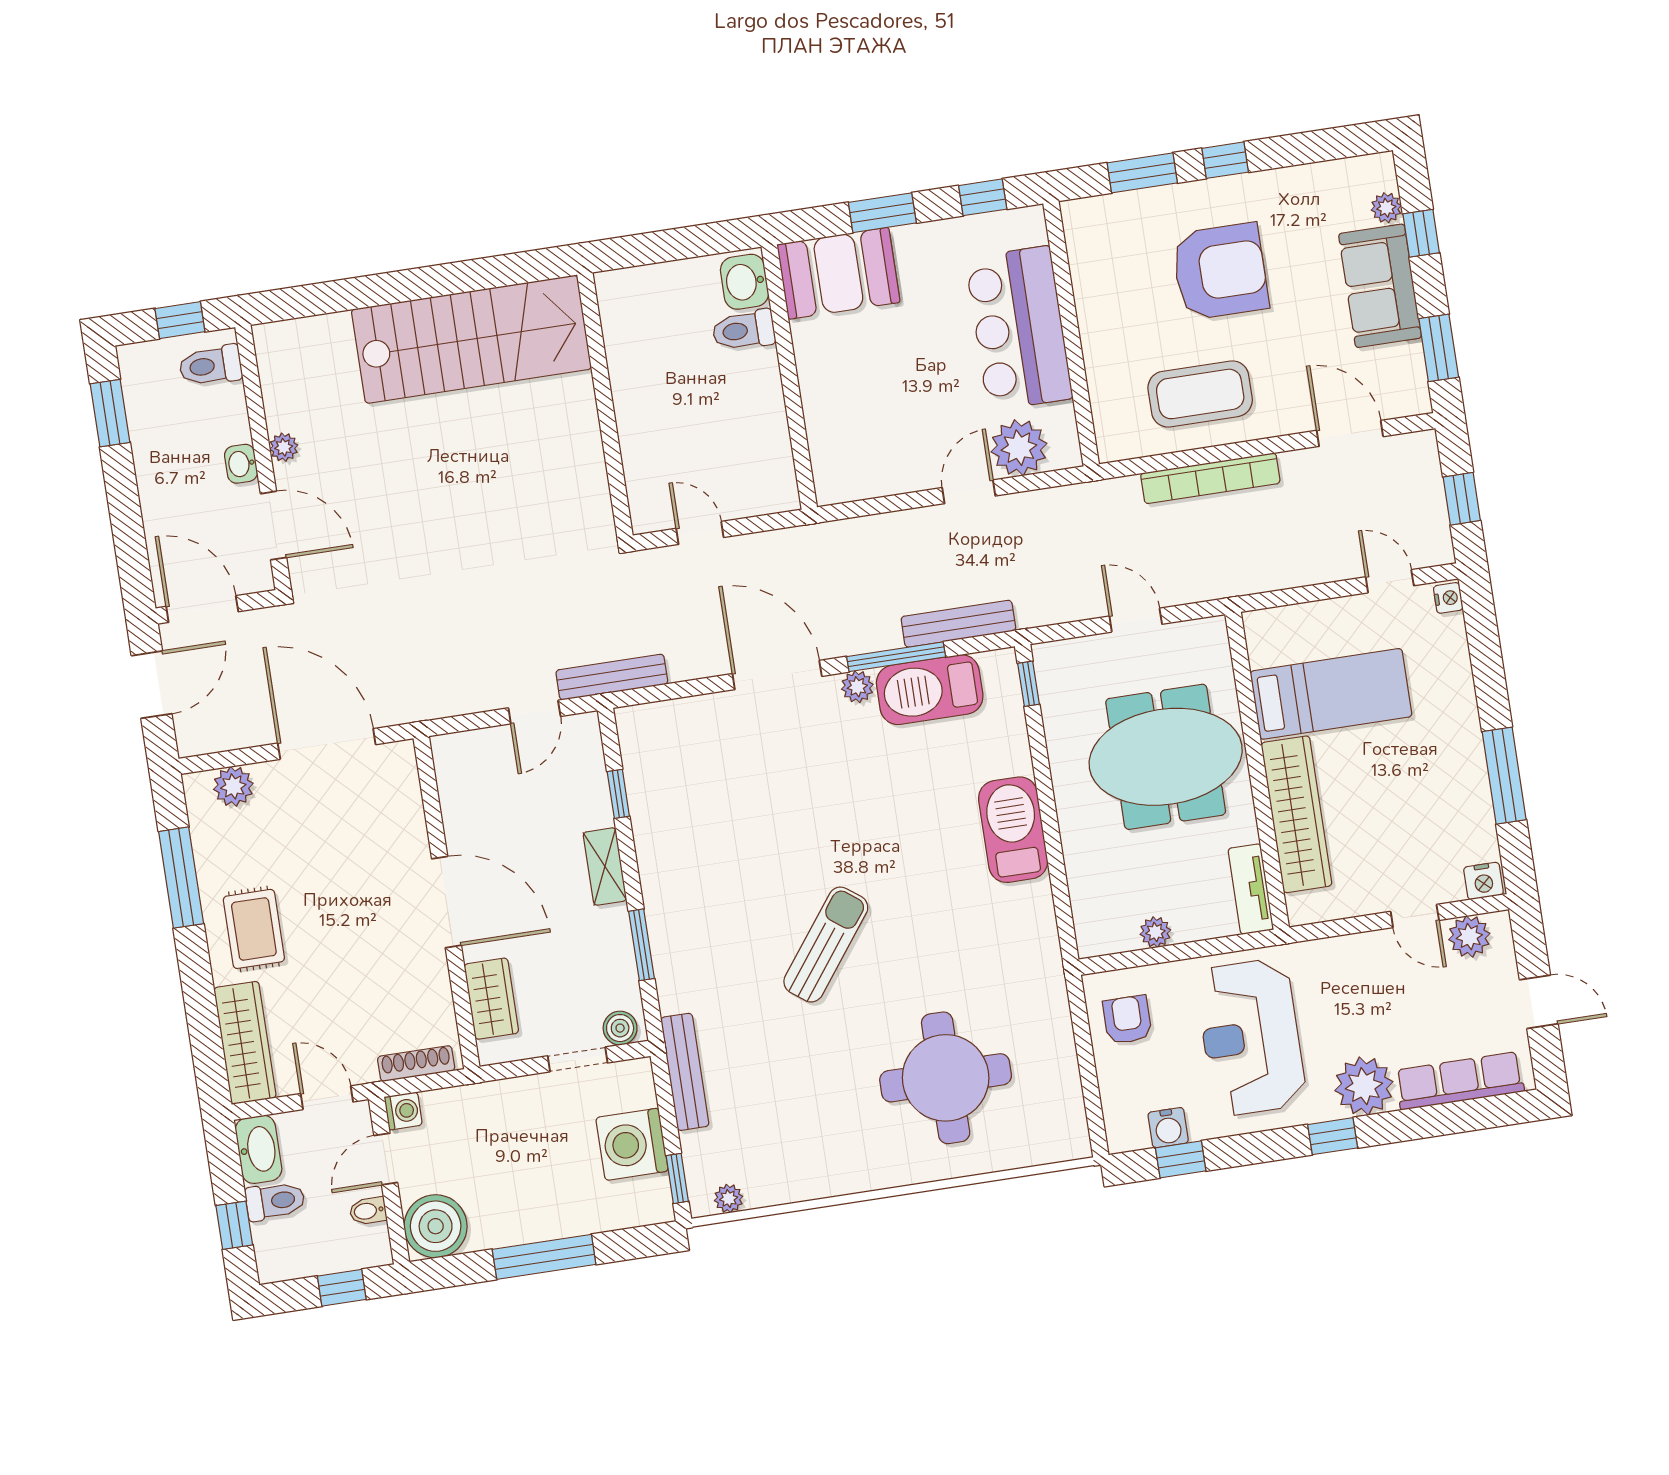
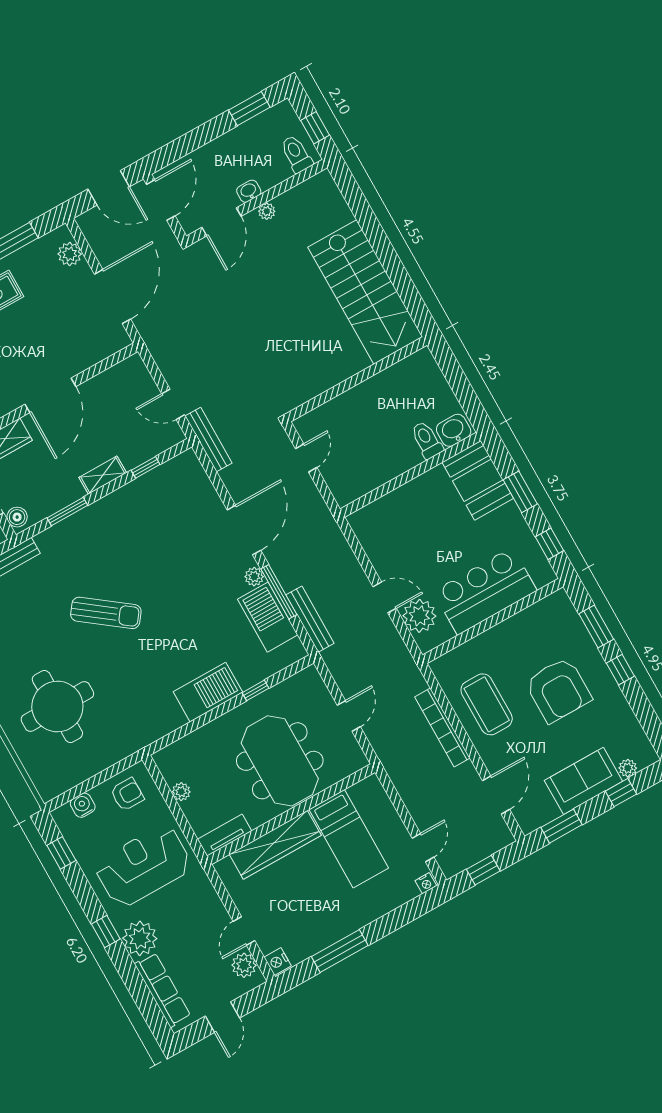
window: (1028, 684) -> (255, 690), moved
water cooler: (1168, 1128) -> (83, 805), moved, turned 90

